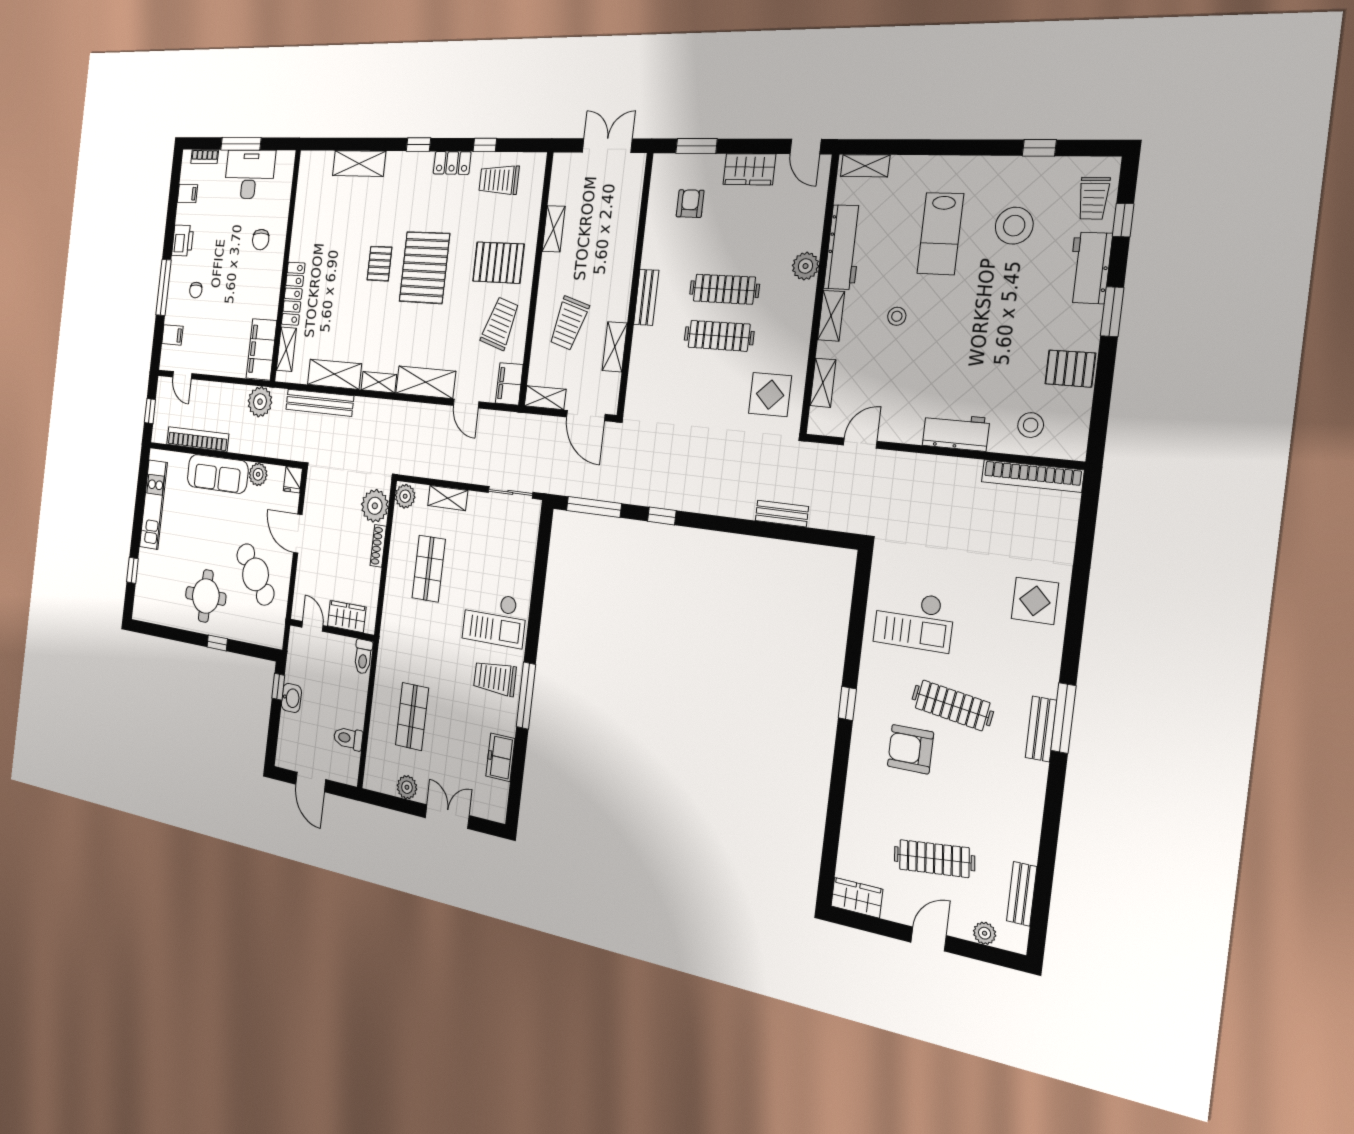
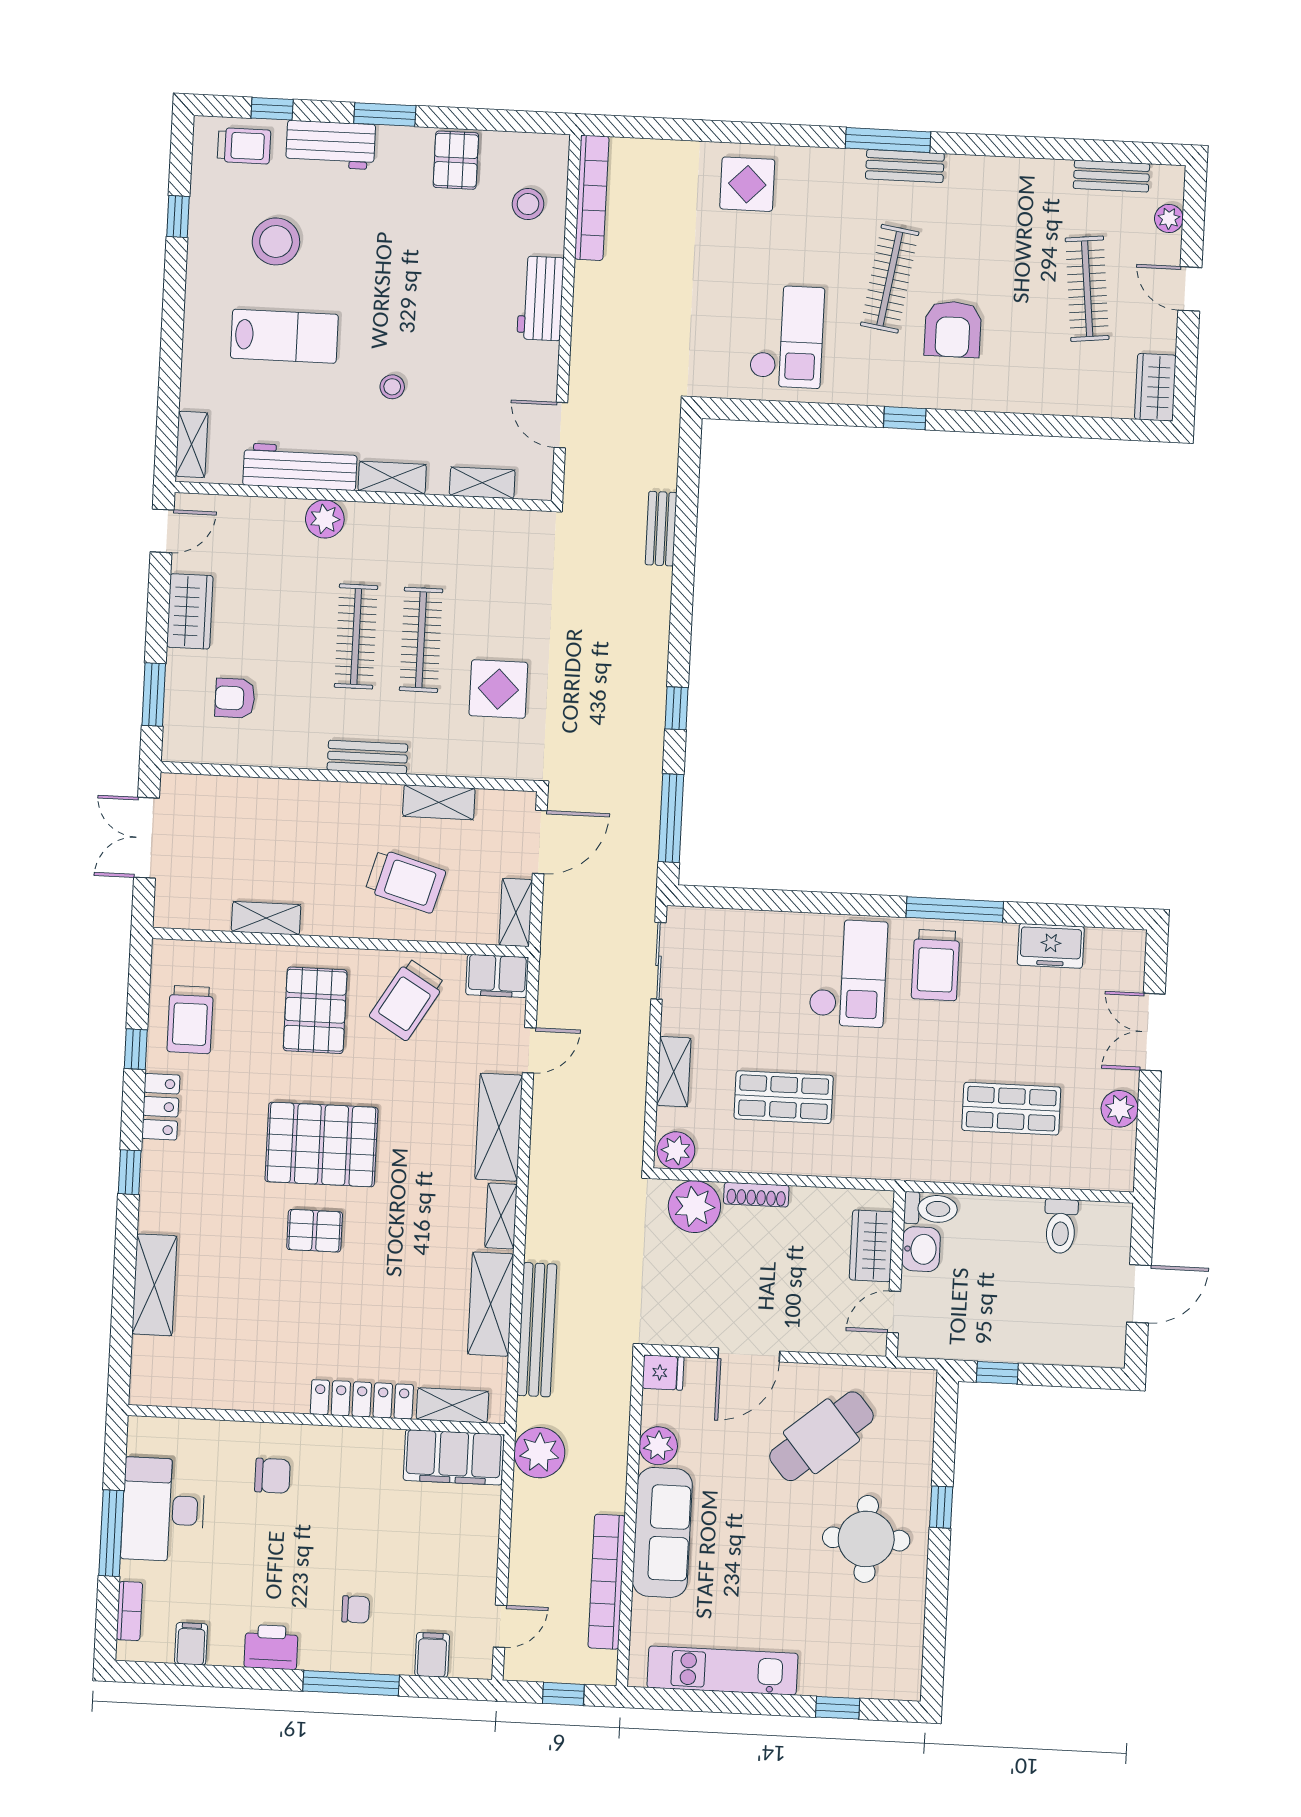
trolley: (500, 324) -> (407, 1000), turned -76
display table: (770, 395) -> (498, 689), moved
washbasin: (291, 698) -> (921, 1249), moved, turned 90

